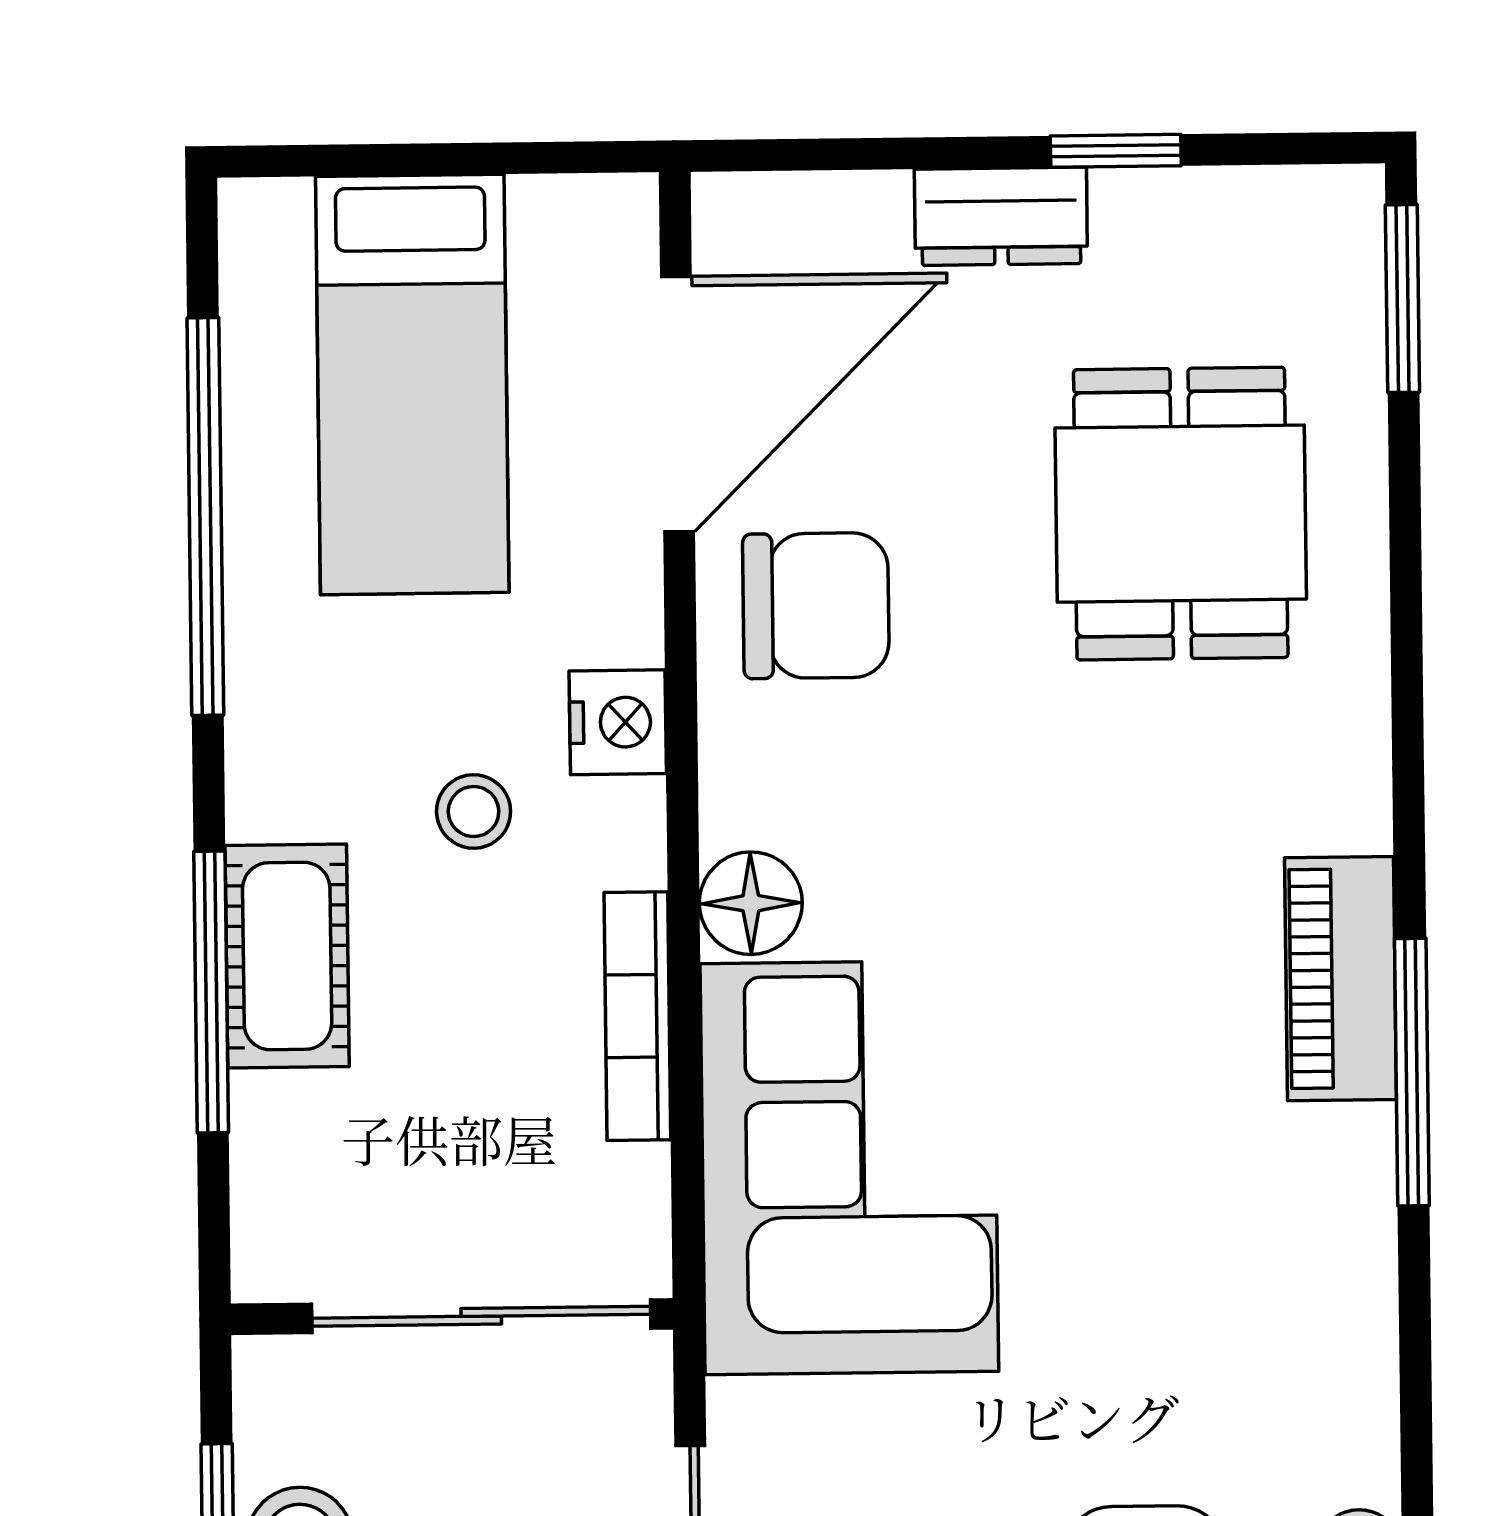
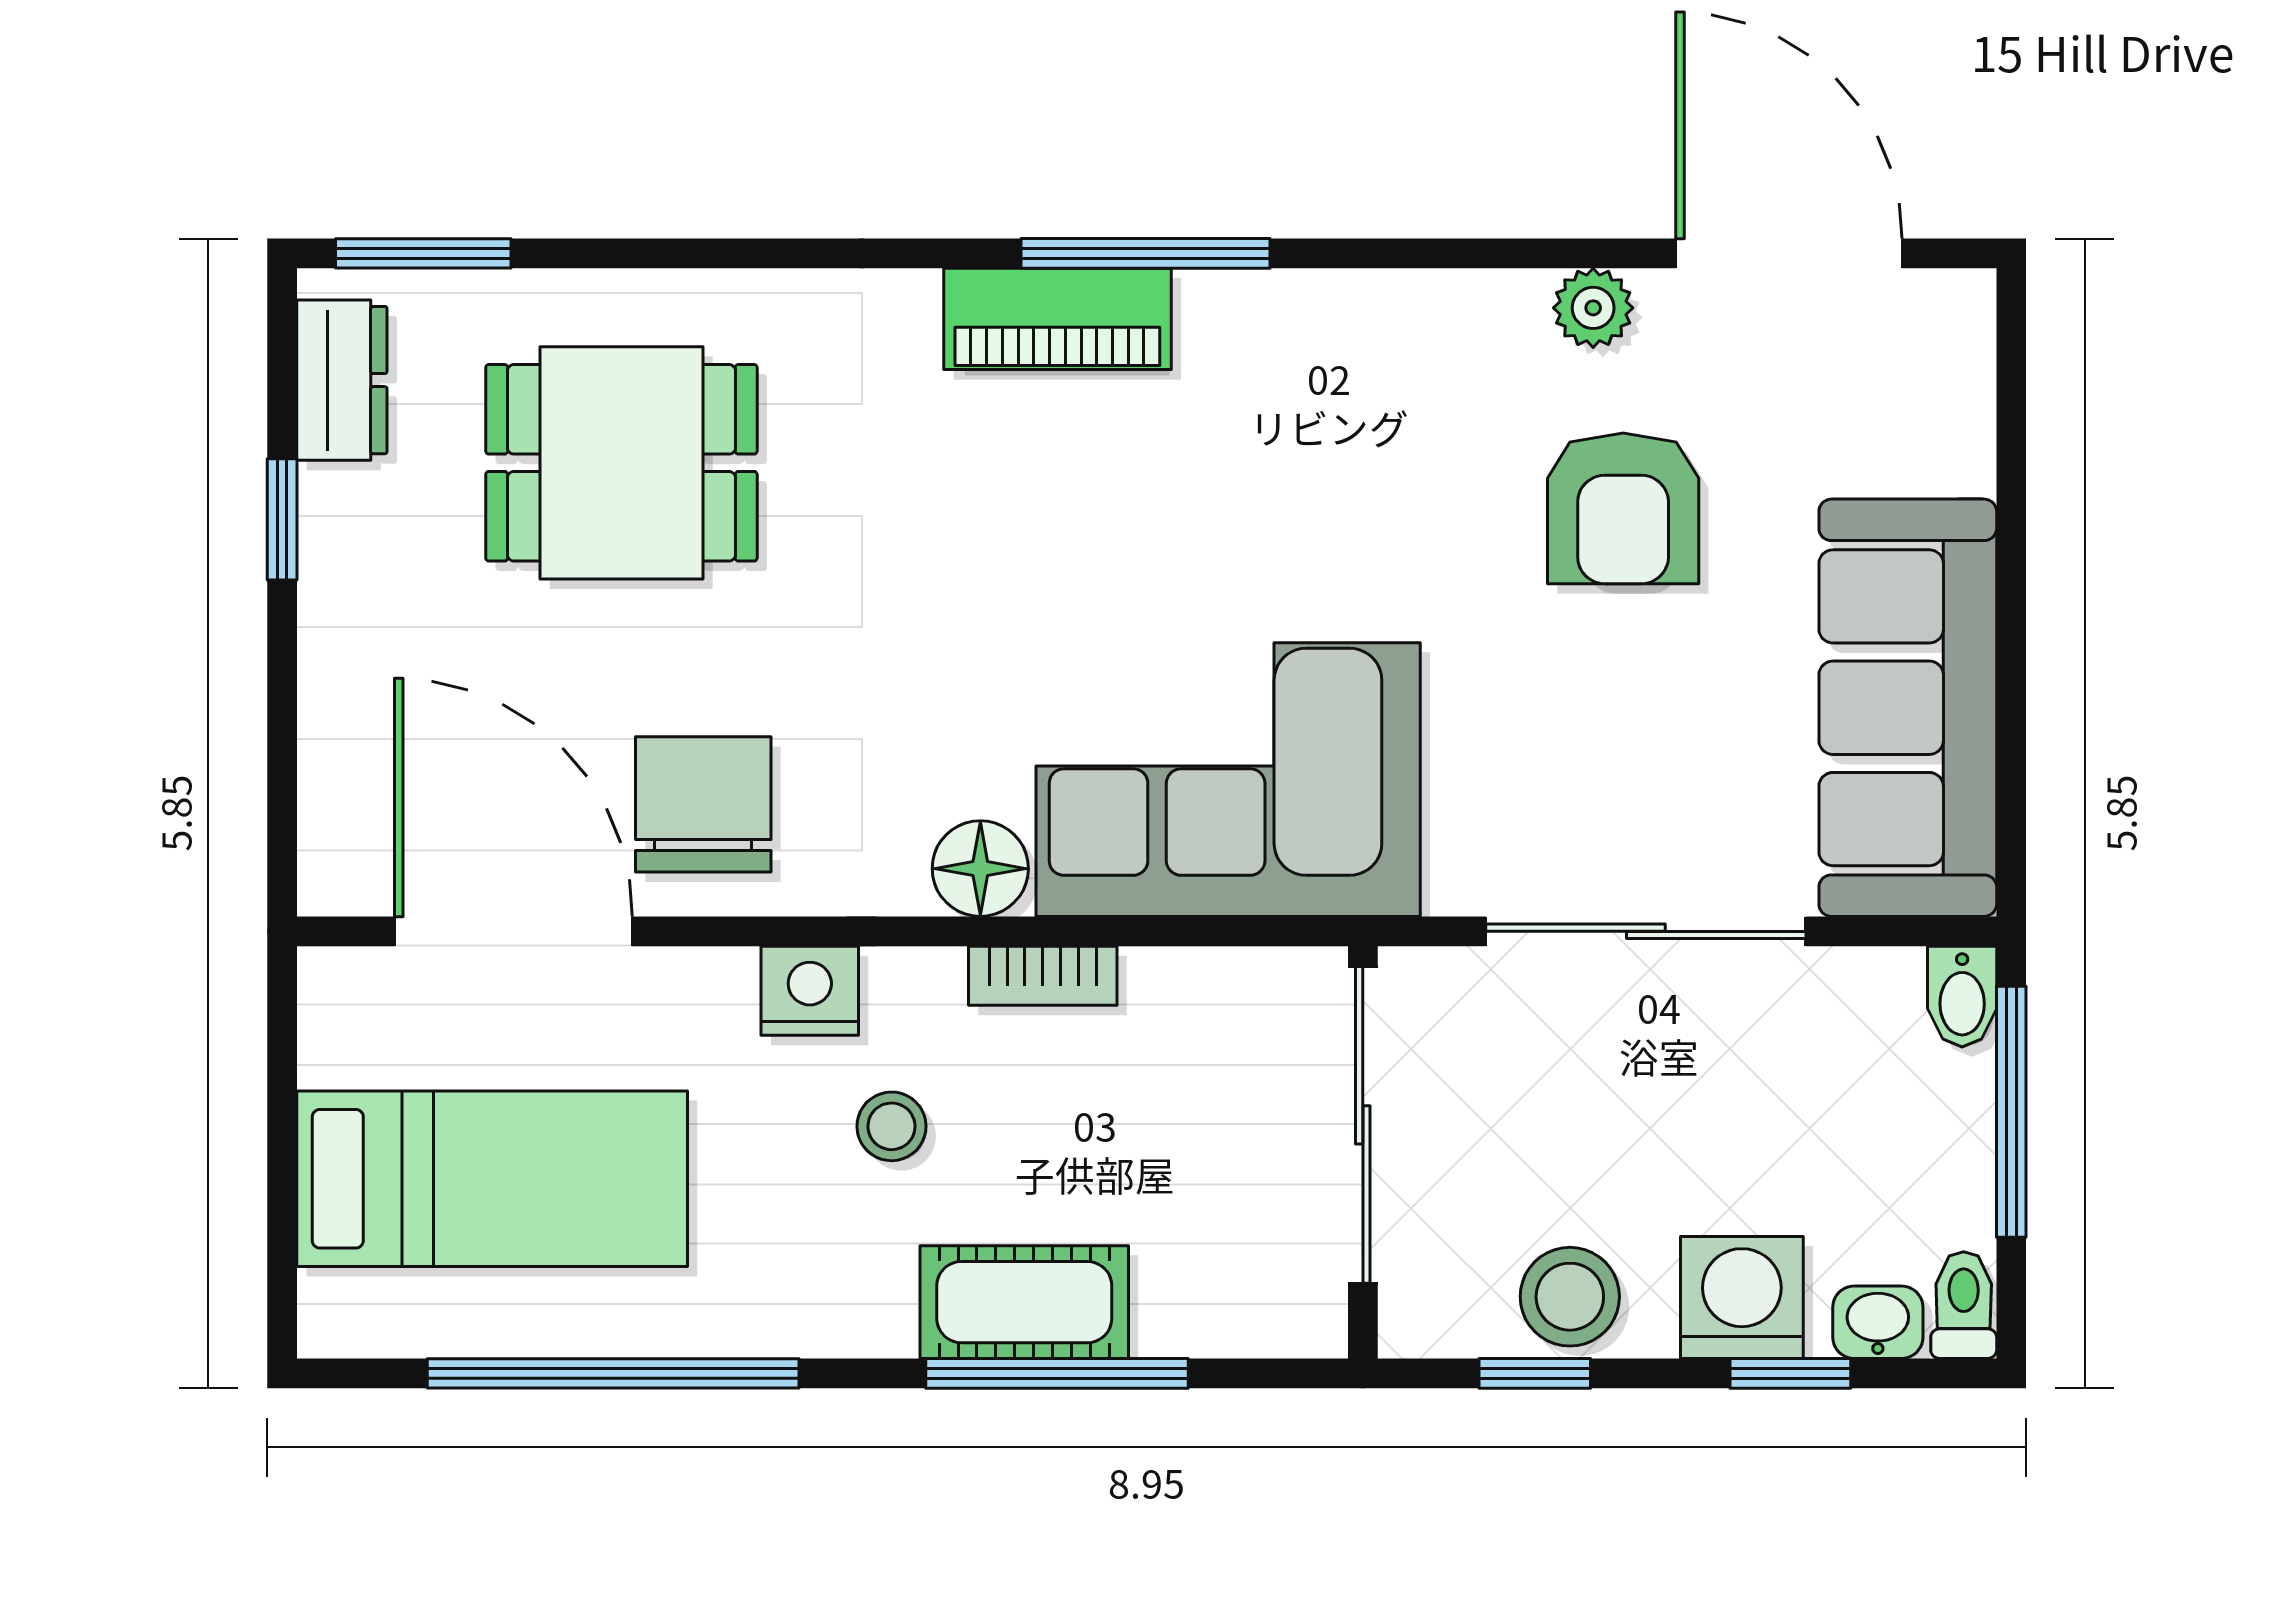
dresser: (1001, 216) -> (342, 380), moved
bookcase: (637, 1016) -> (1043, 976), width x0.64

